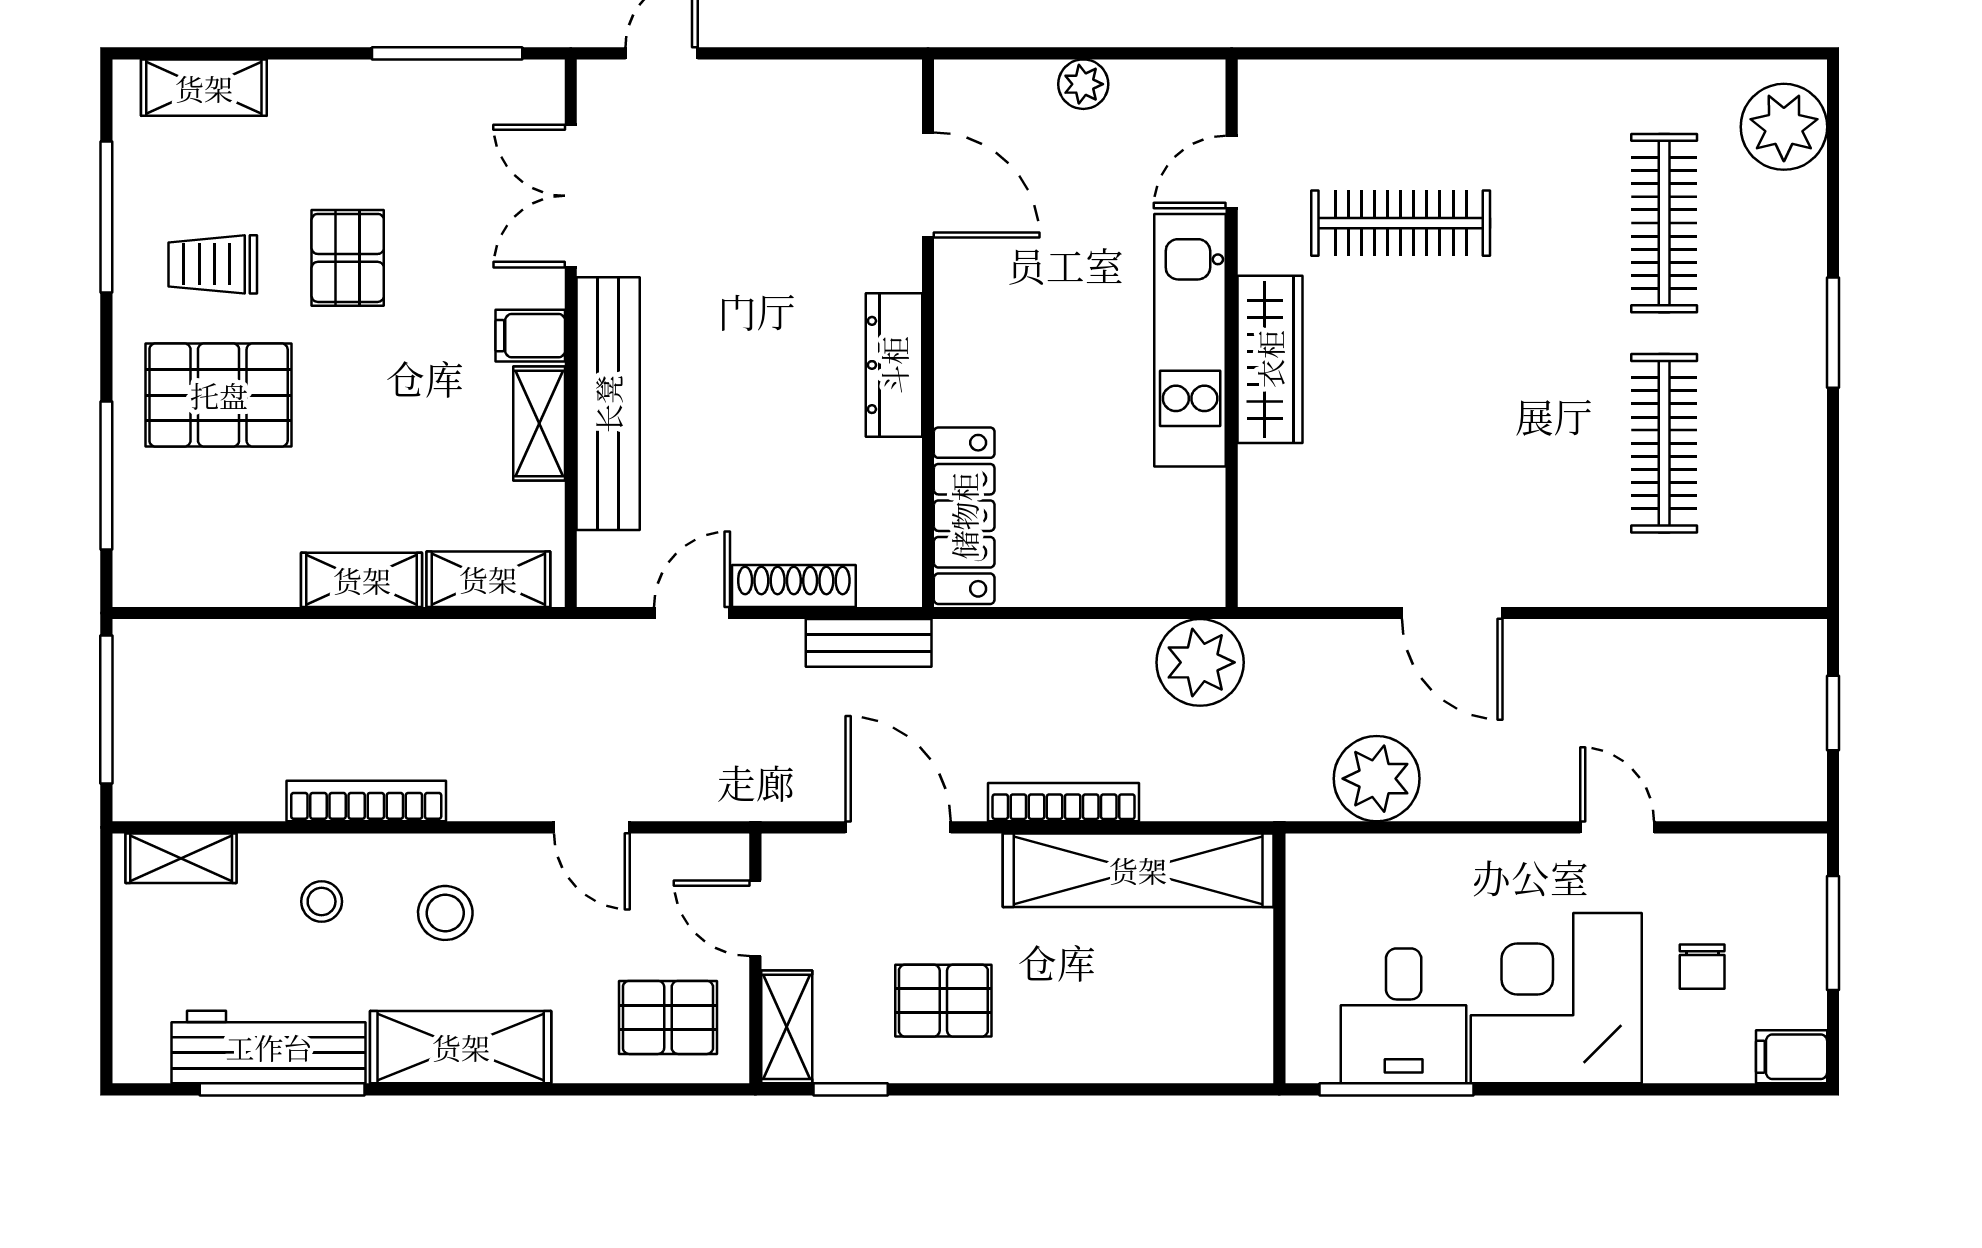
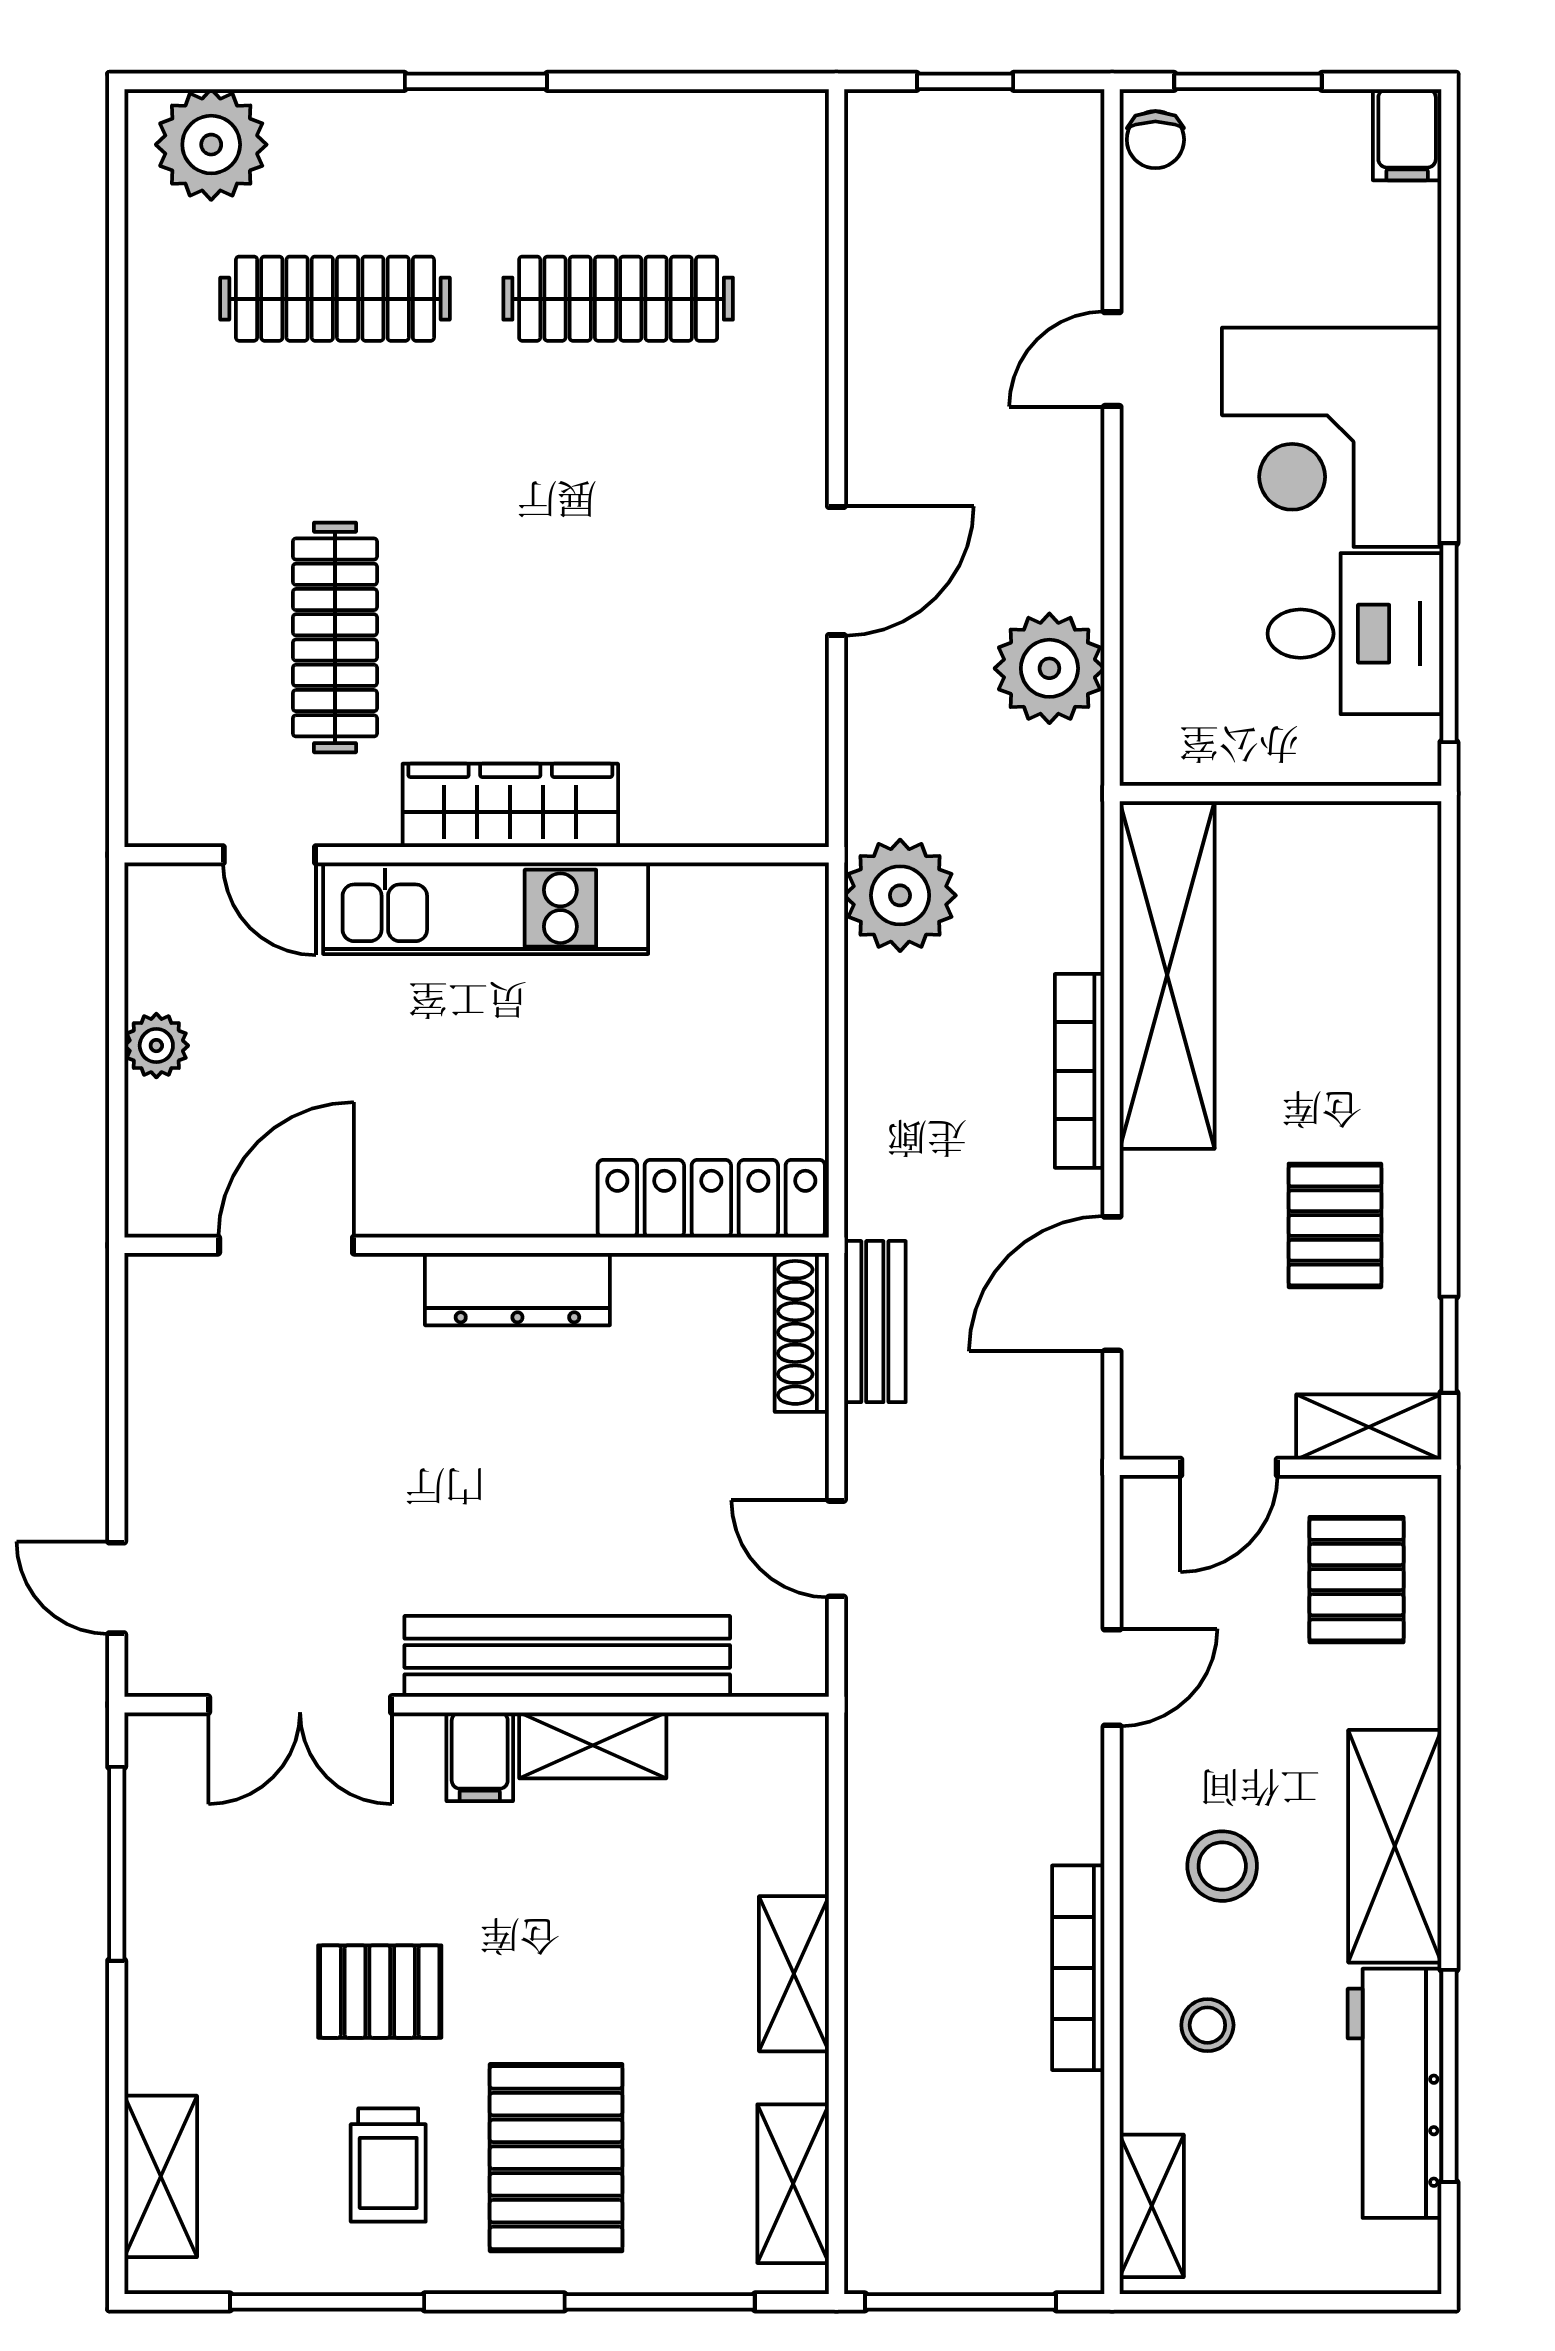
shelving: (488, 579) -> (793, 2184), moved
shoe rack: (794, 586) -> (802, 1332), moved
chair: (1702, 967) -> (1155, 140), moved, turned 90

